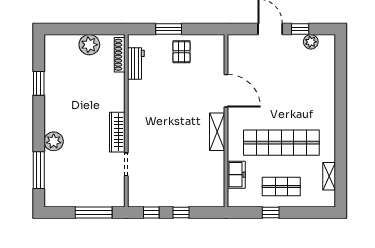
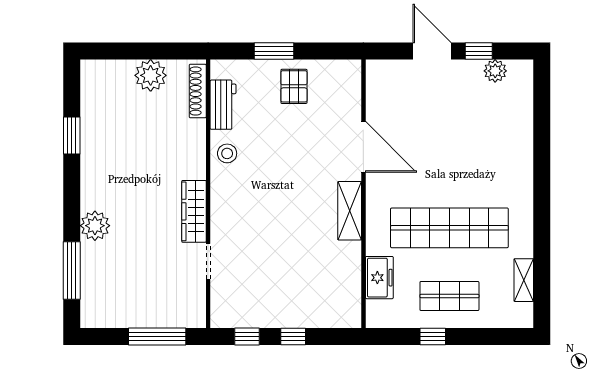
stool: (138, 95) -> (227, 153), added

